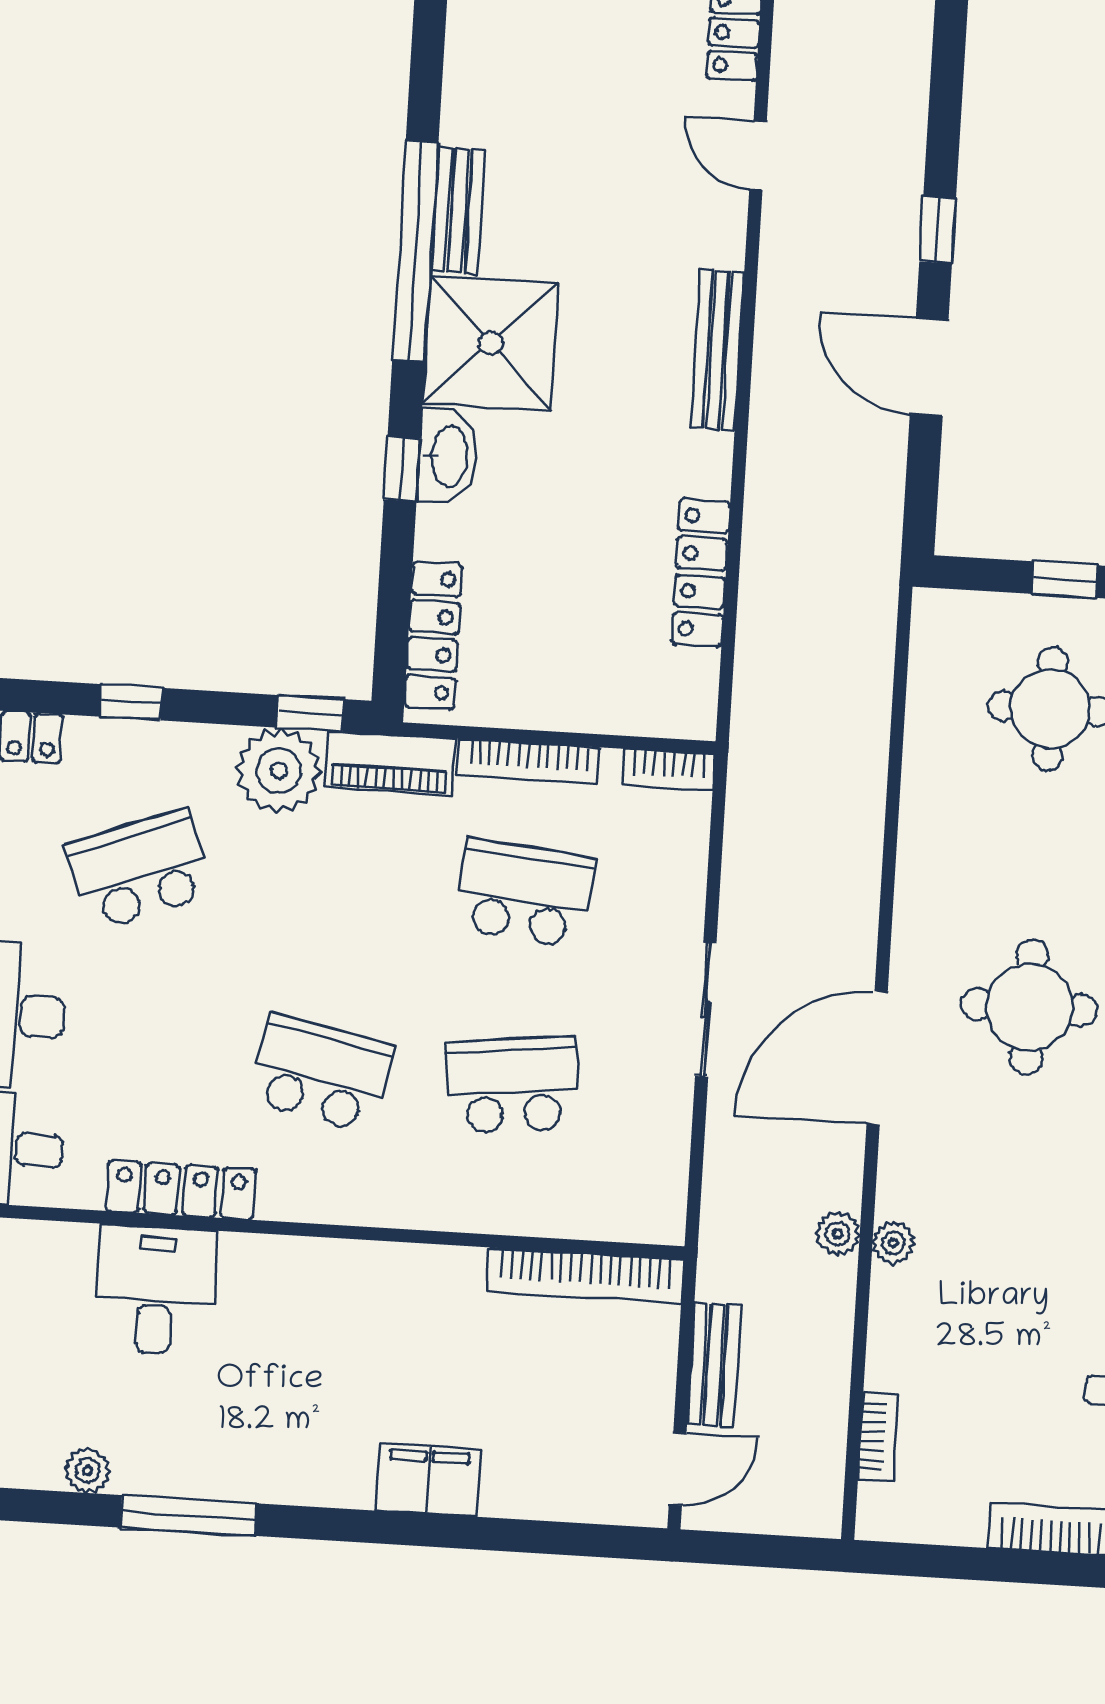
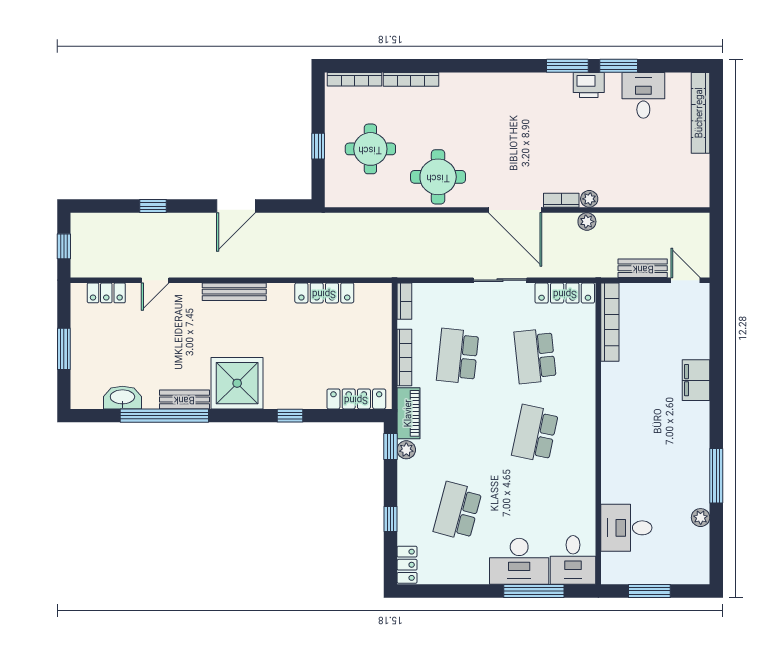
window: (938, 230) -> (153, 206), moved
window: (415, 251) -> (164, 416), moved
washbasin: (448, 456) -> (122, 398), moved
plant: (279, 770) -> (406, 450), width x0.53, depth x0.53
school desk: (140, 870) -> (458, 511), turned 36
round table: (1029, 1007) -> (438, 177), moved
locker: (181, 1190) -> (565, 293), moved, turned -90
desk: (156, 1290) -> (626, 528), moved
bookcase: (878, 1437) -> (561, 200), moved

